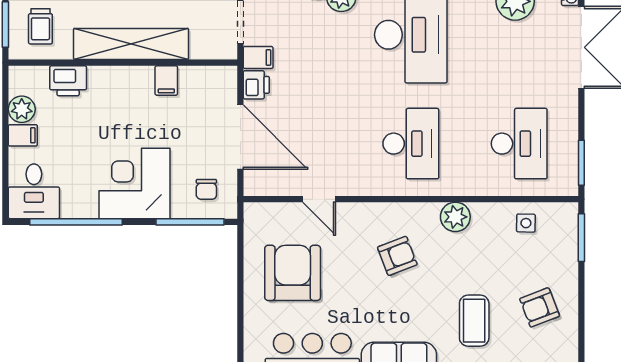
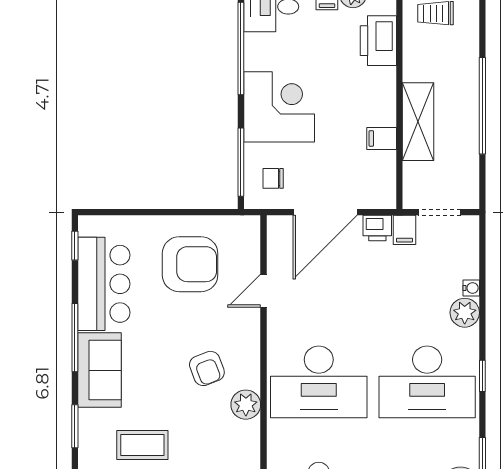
shelving: (131, 44) -> (418, 122), width x0.68
printer: (68, 81) -> (378, 41), width x1.37, depth x1.19
desk: (411, 144) -> (319, 382), width x1.36, depth x1.30
plant: (455, 217) -> (246, 405), moved

